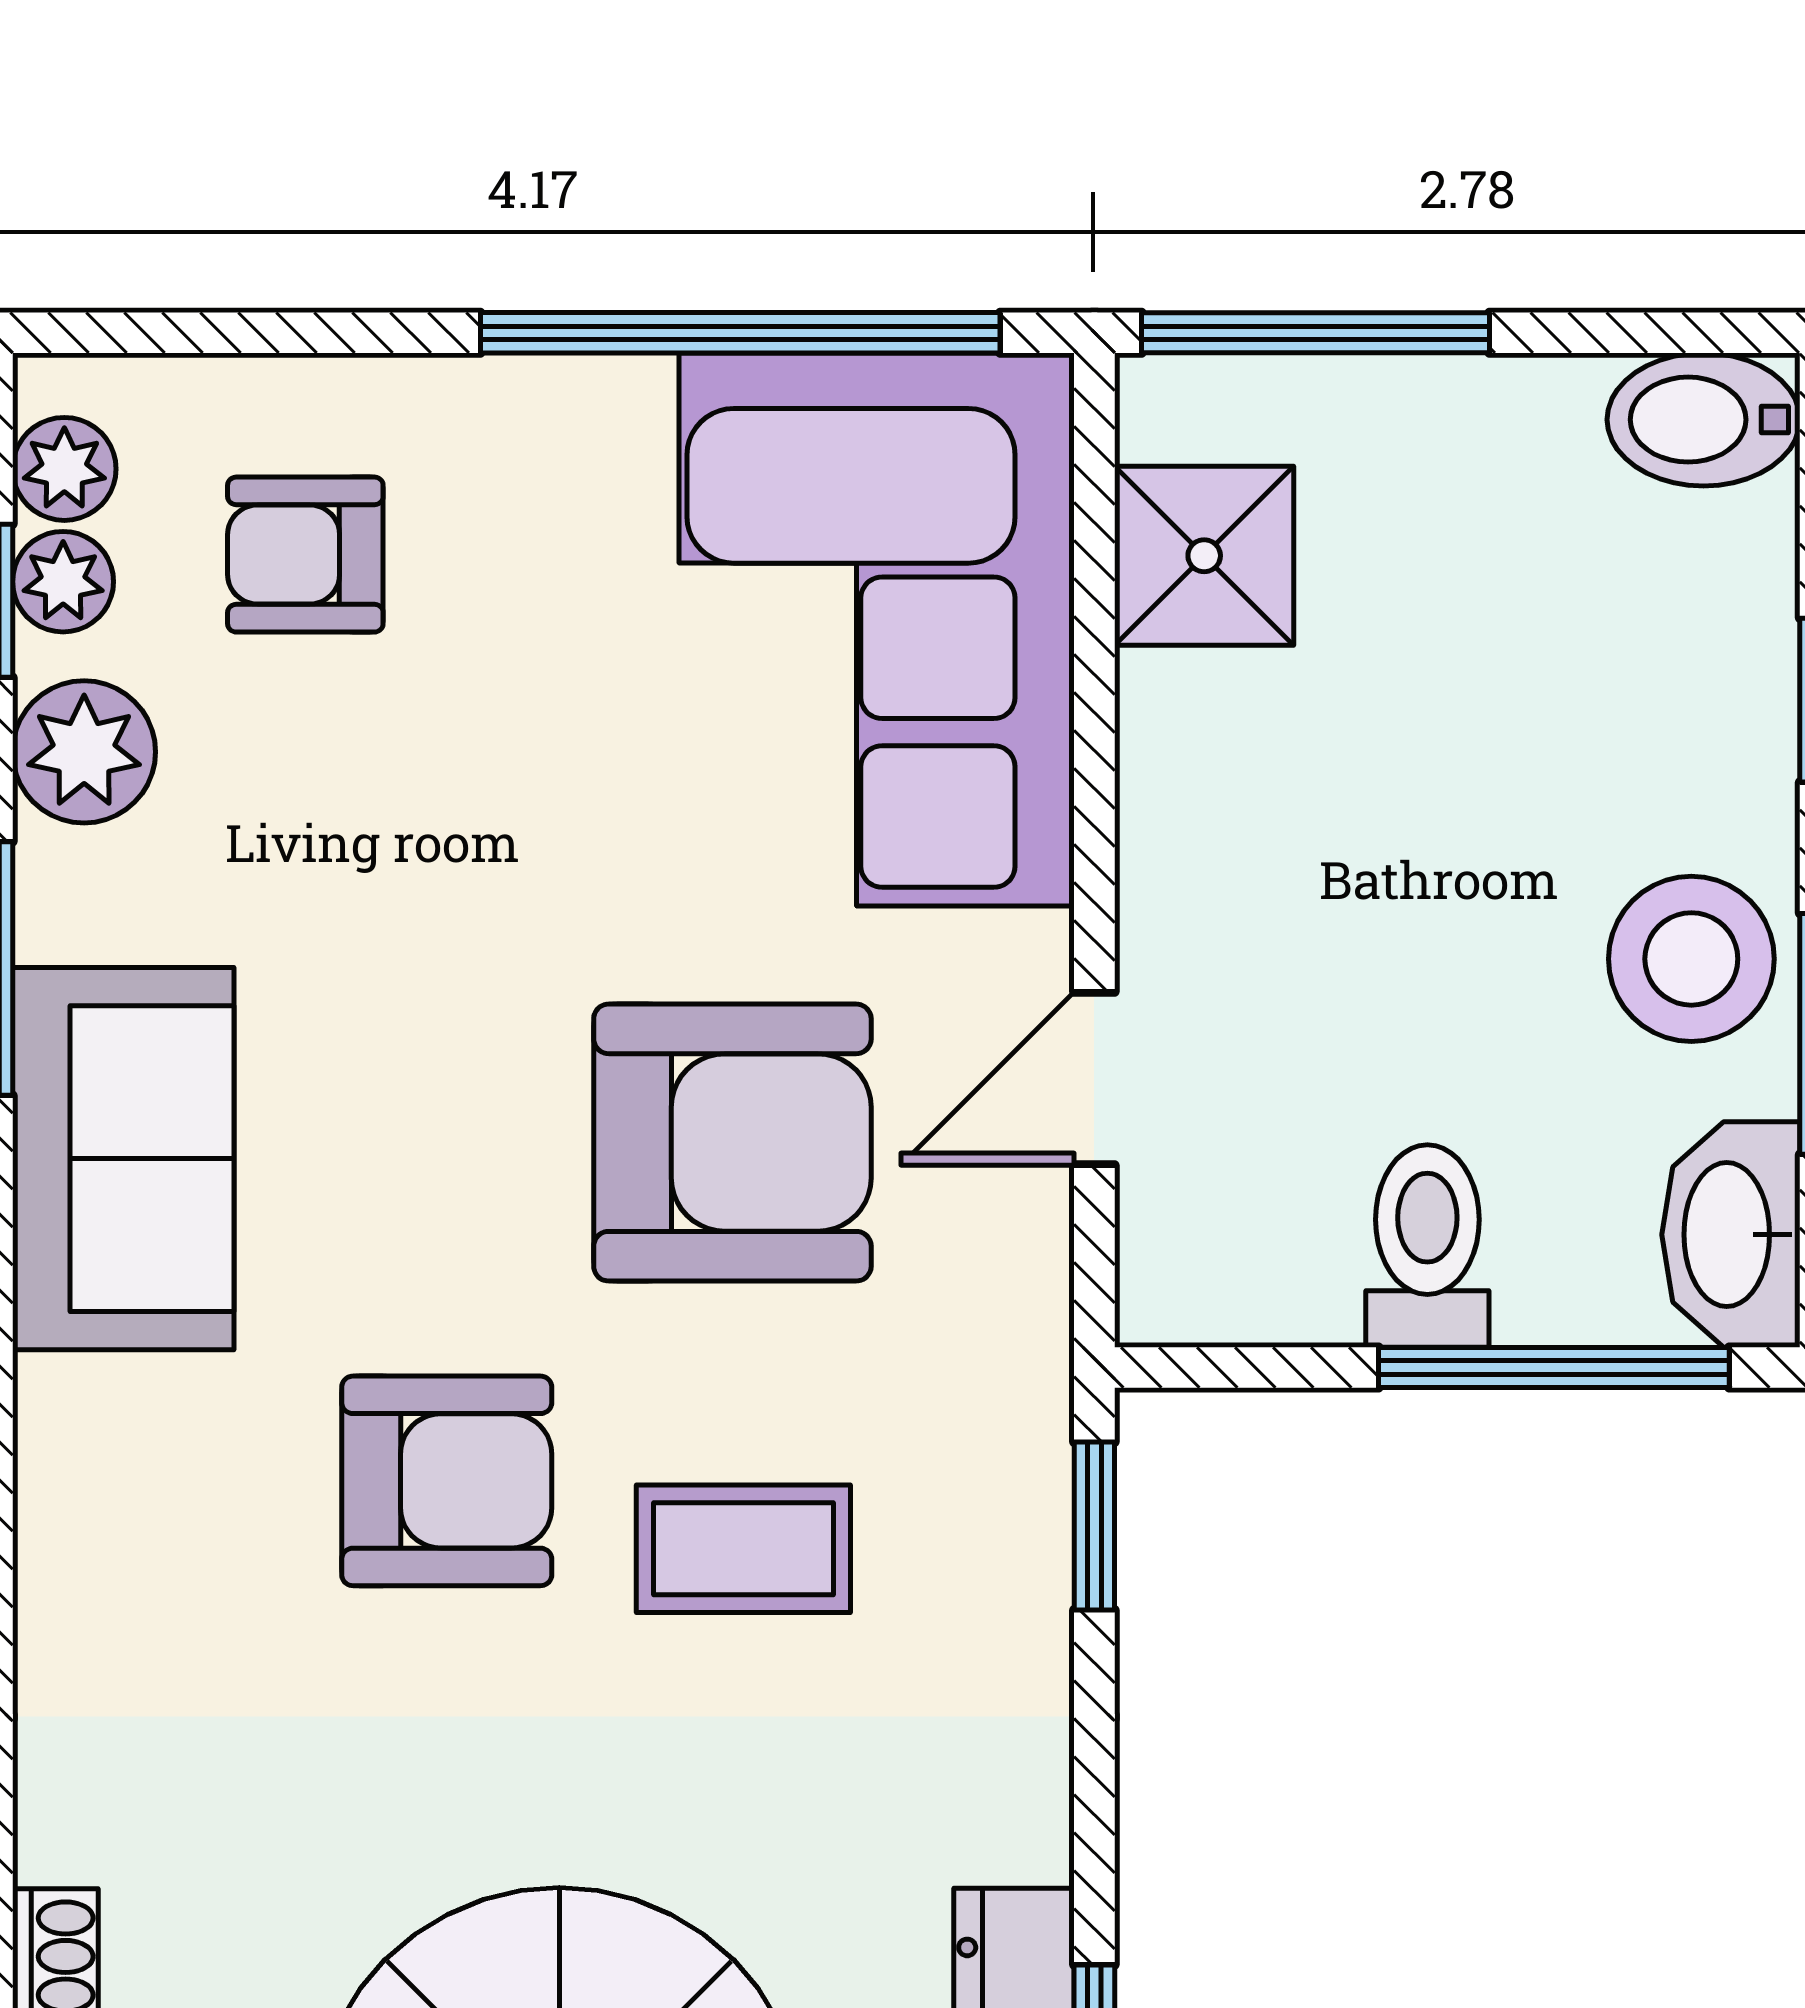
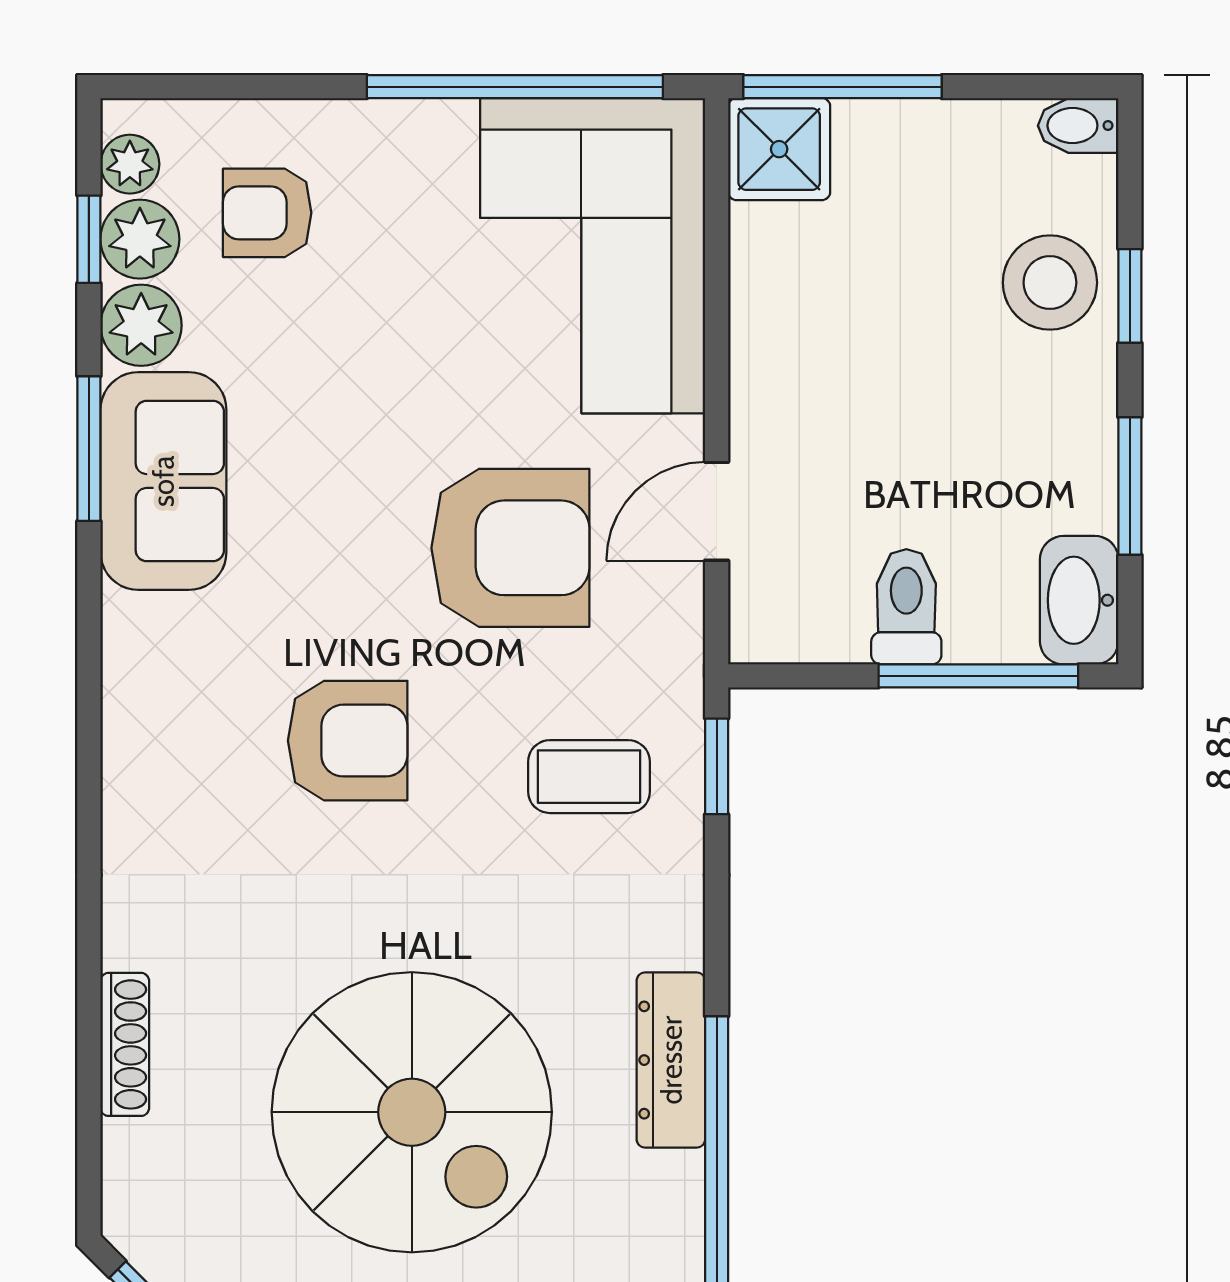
bidet: (1704, 420) -> (1078, 126), width x0.72, depth x0.74
shower: (1204, 556) -> (779, 149), moved
plant: (63, 582) -> (140, 239), width x1.38, depth x1.38
stool: (1691, 959) -> (1050, 283), moved
sofa: (123, 1159) -> (163, 481), moved
coffee table: (743, 1549) -> (589, 777), moved

